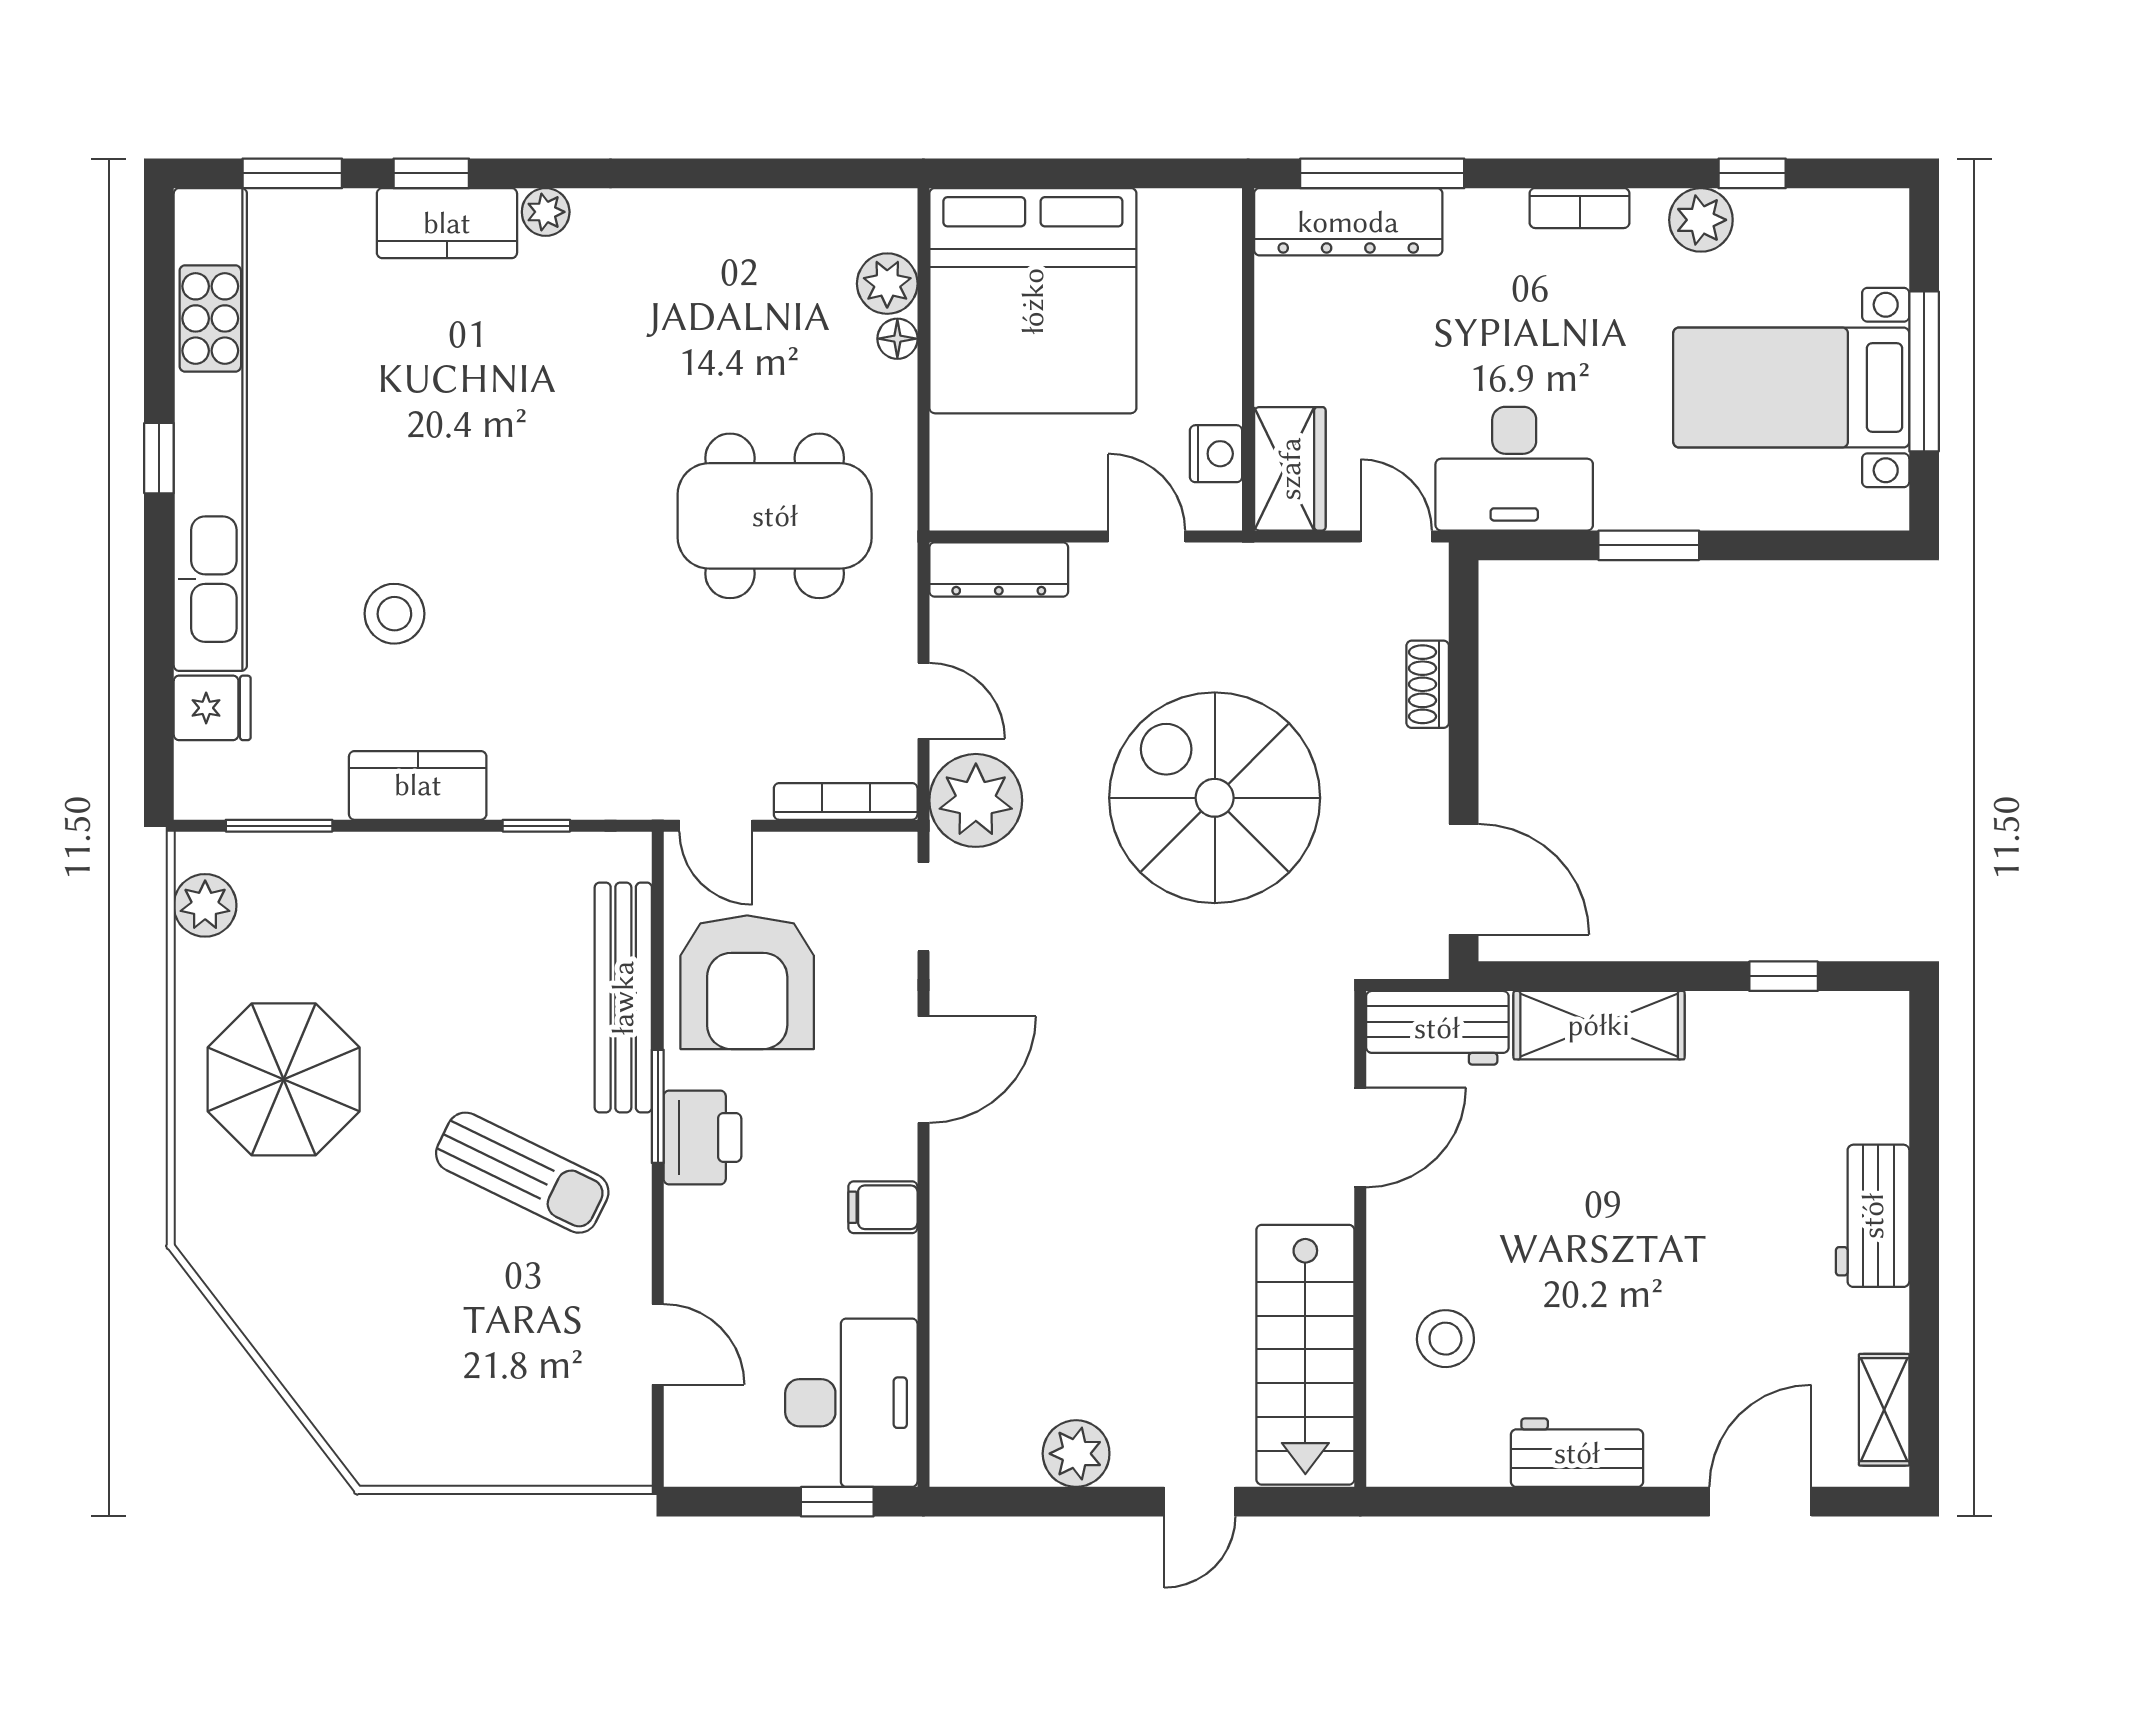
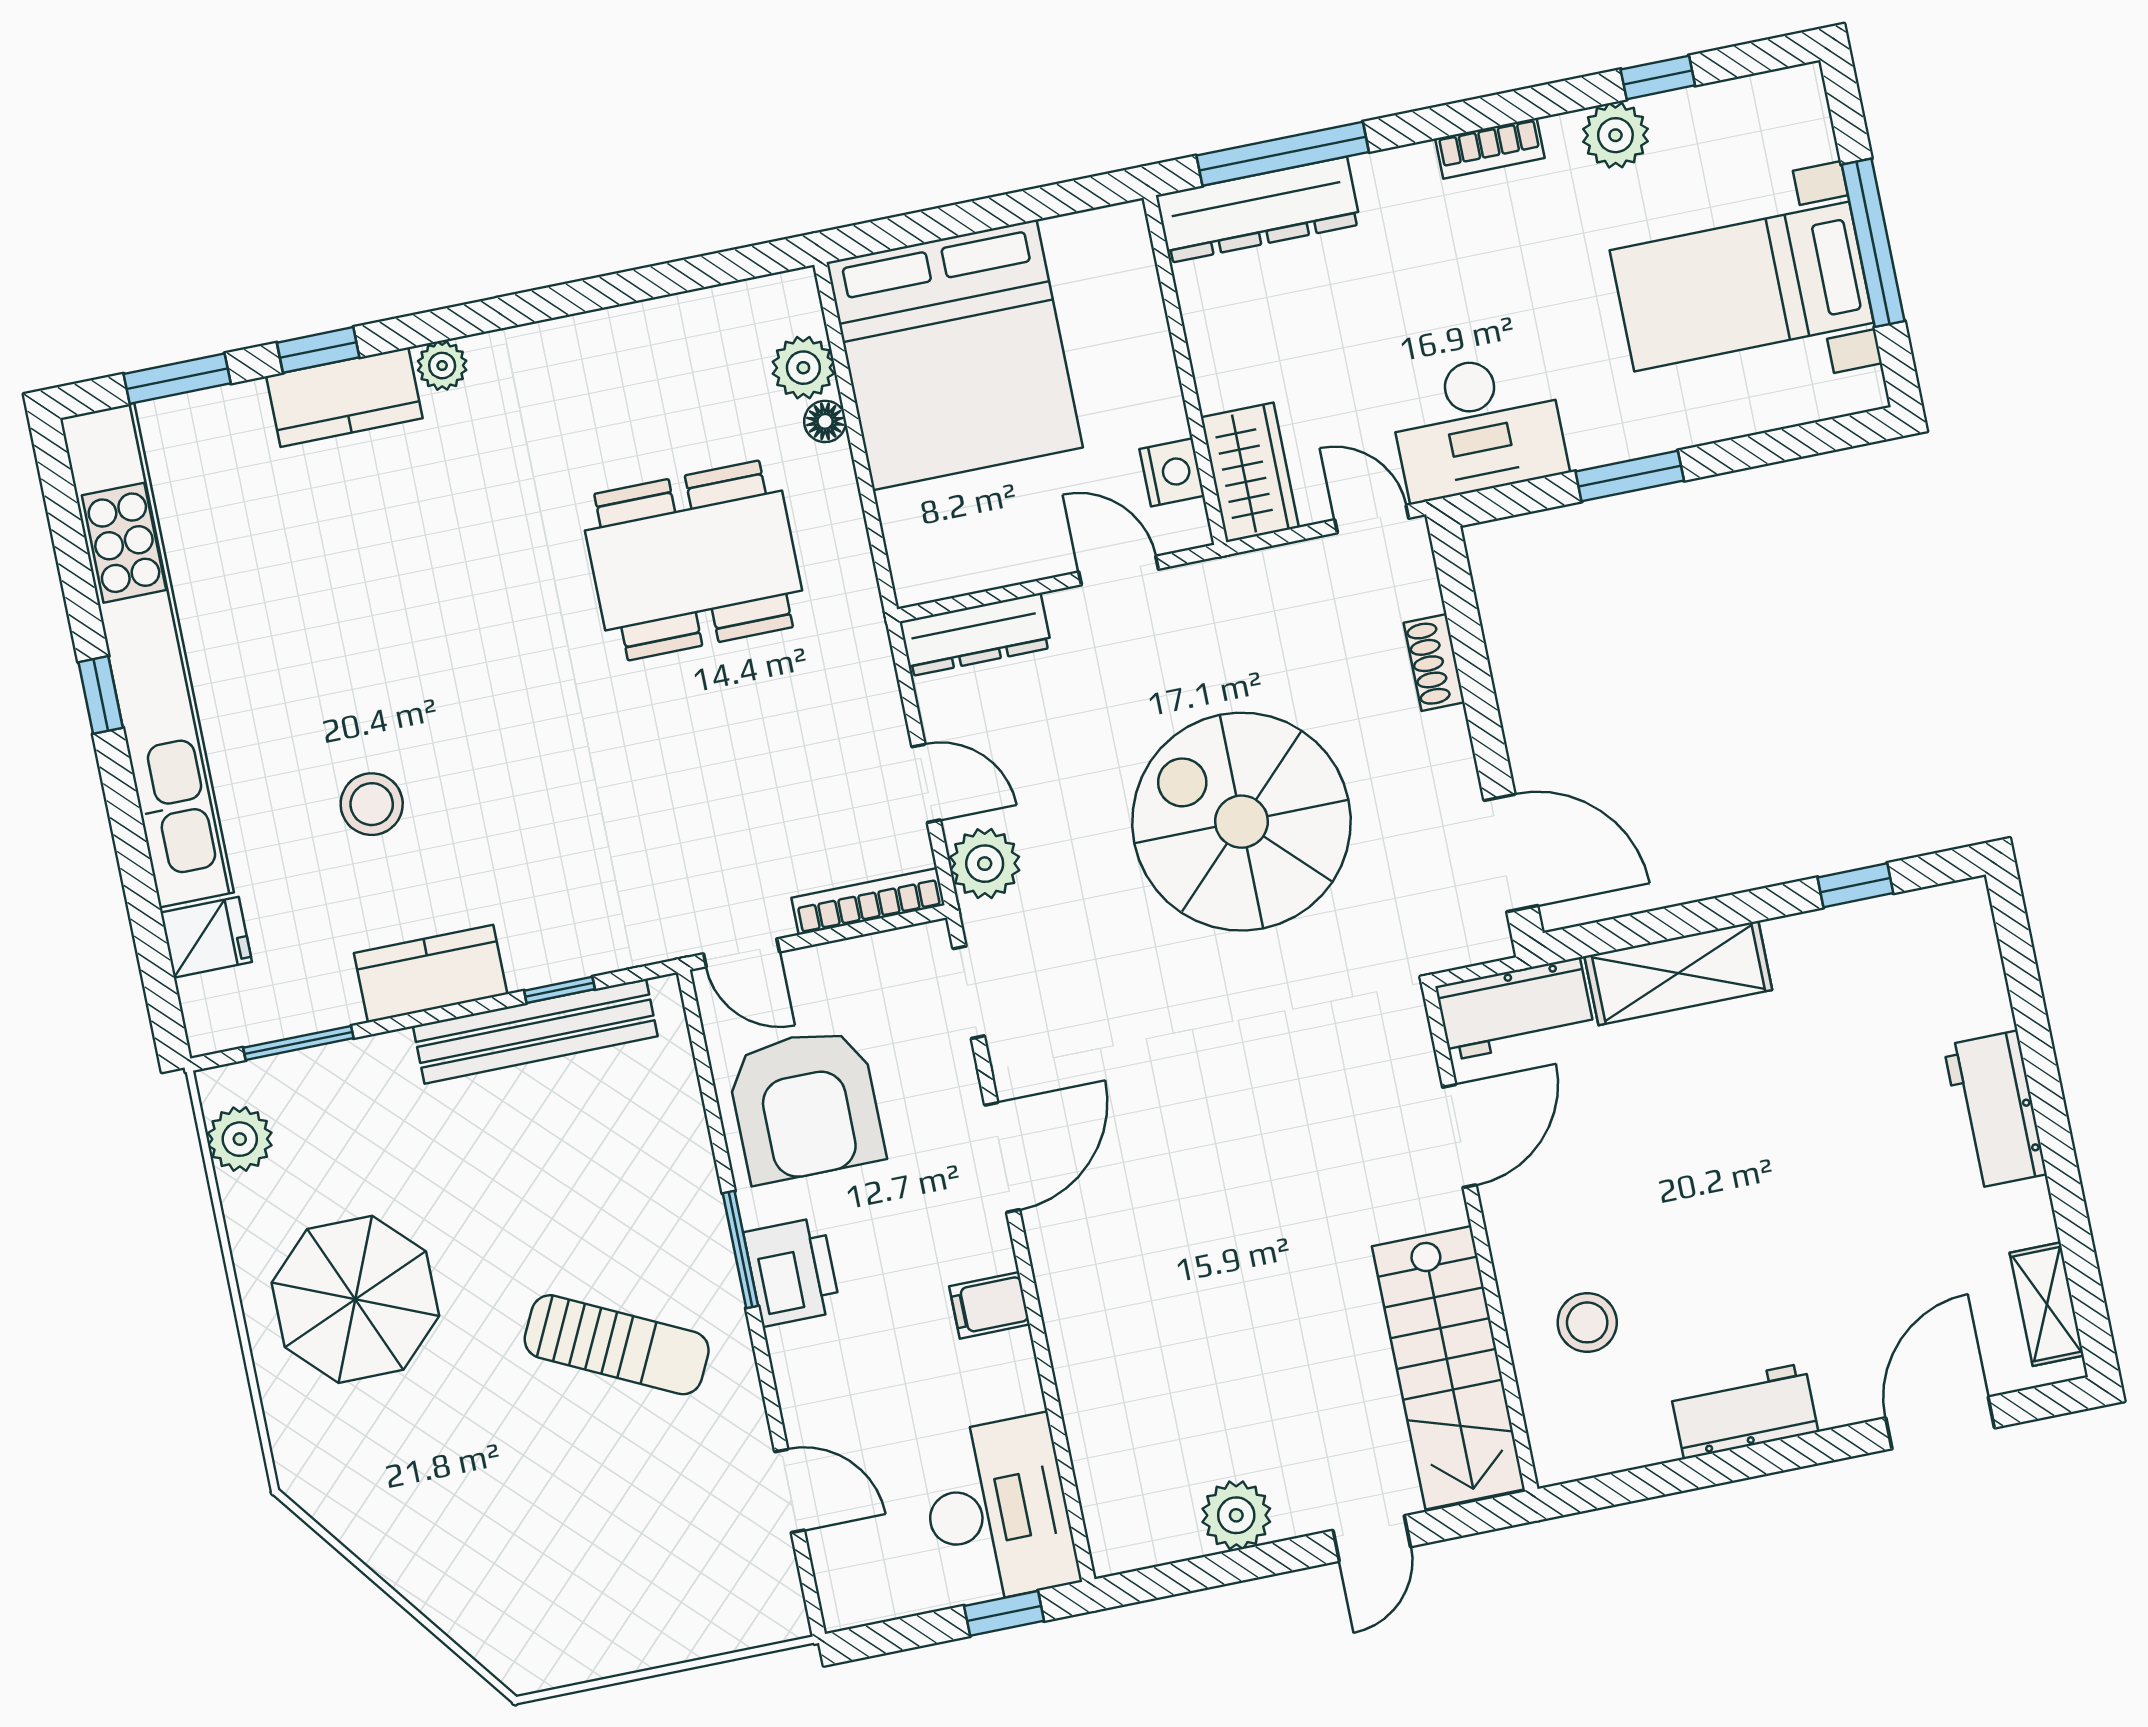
dining table: (775, 516) -> (694, 561), moved
plant: (976, 800) -> (985, 864), width x0.73, depth x0.73
bench: (623, 998) -> (535, 1031), moved, turned 90

